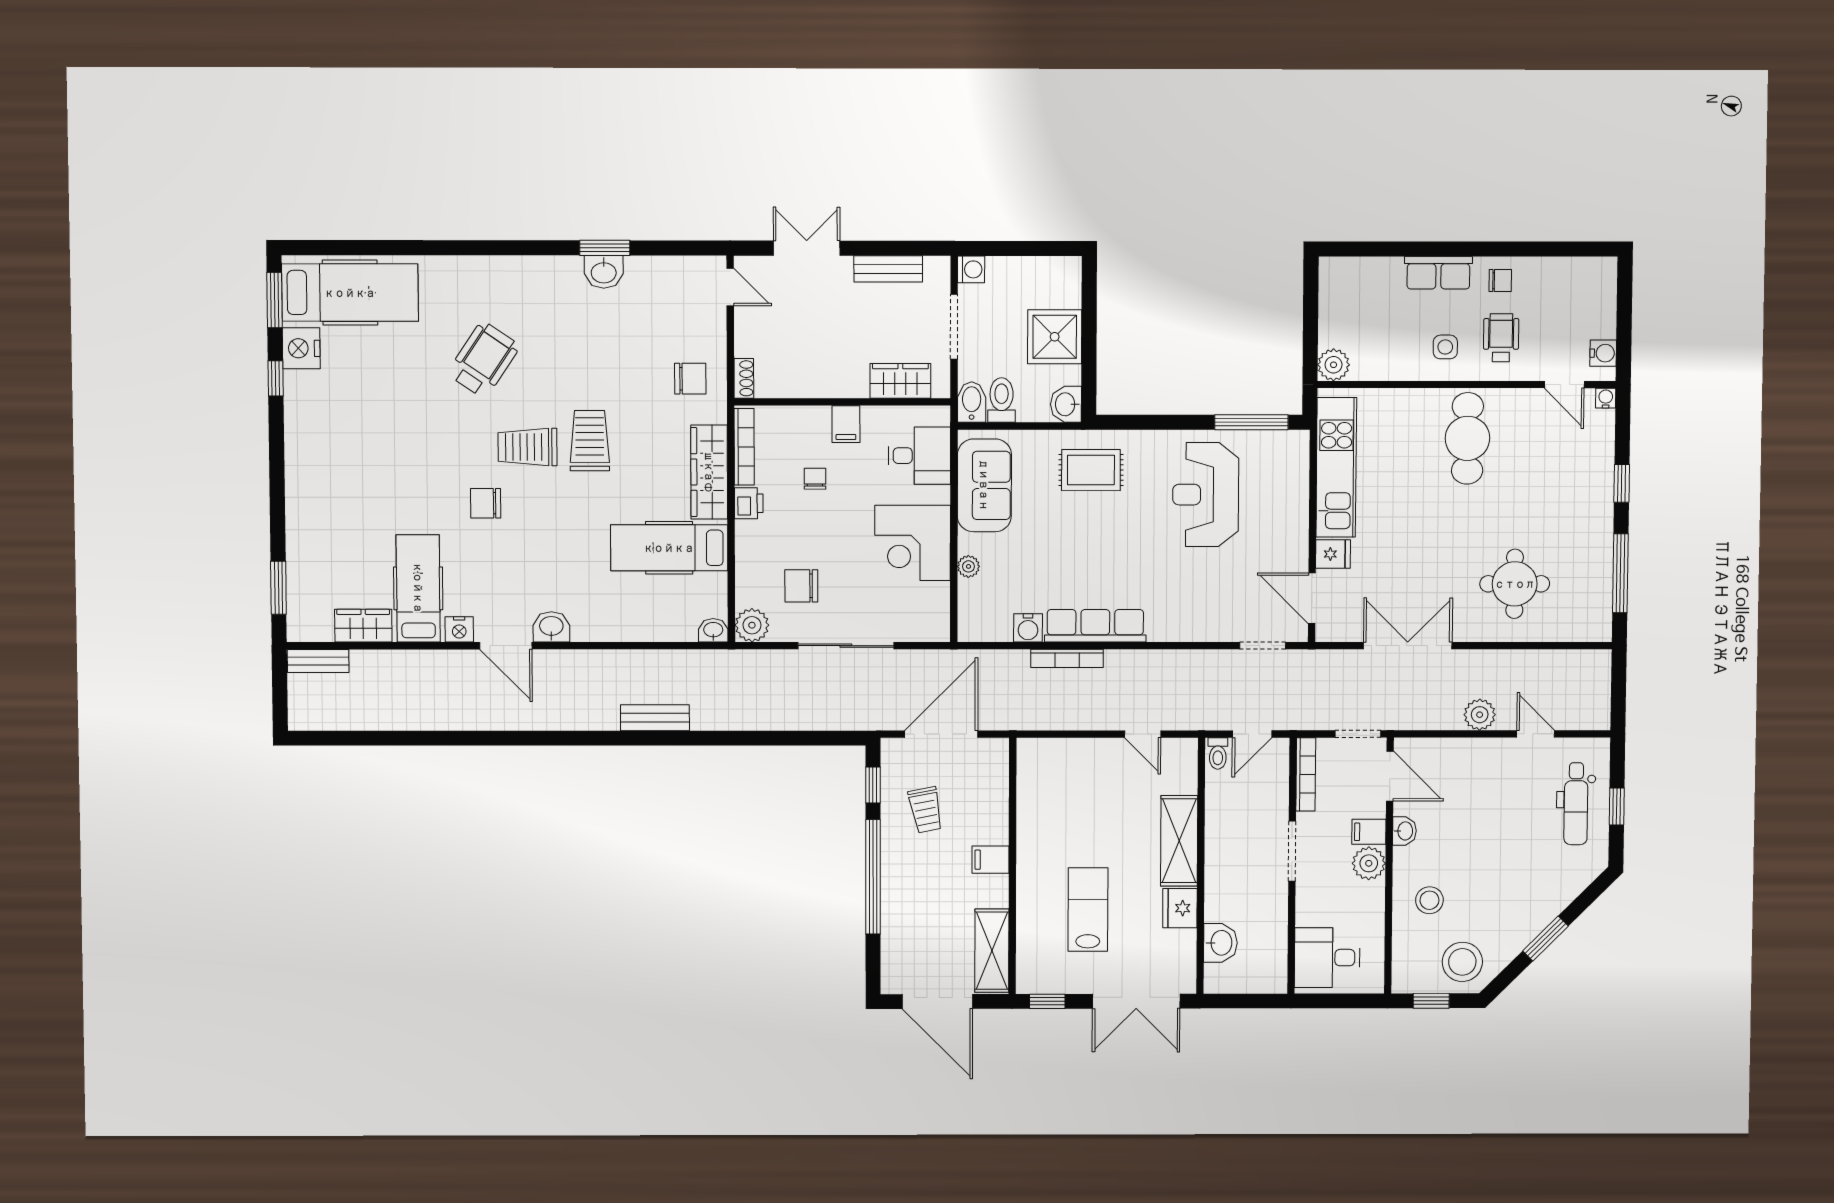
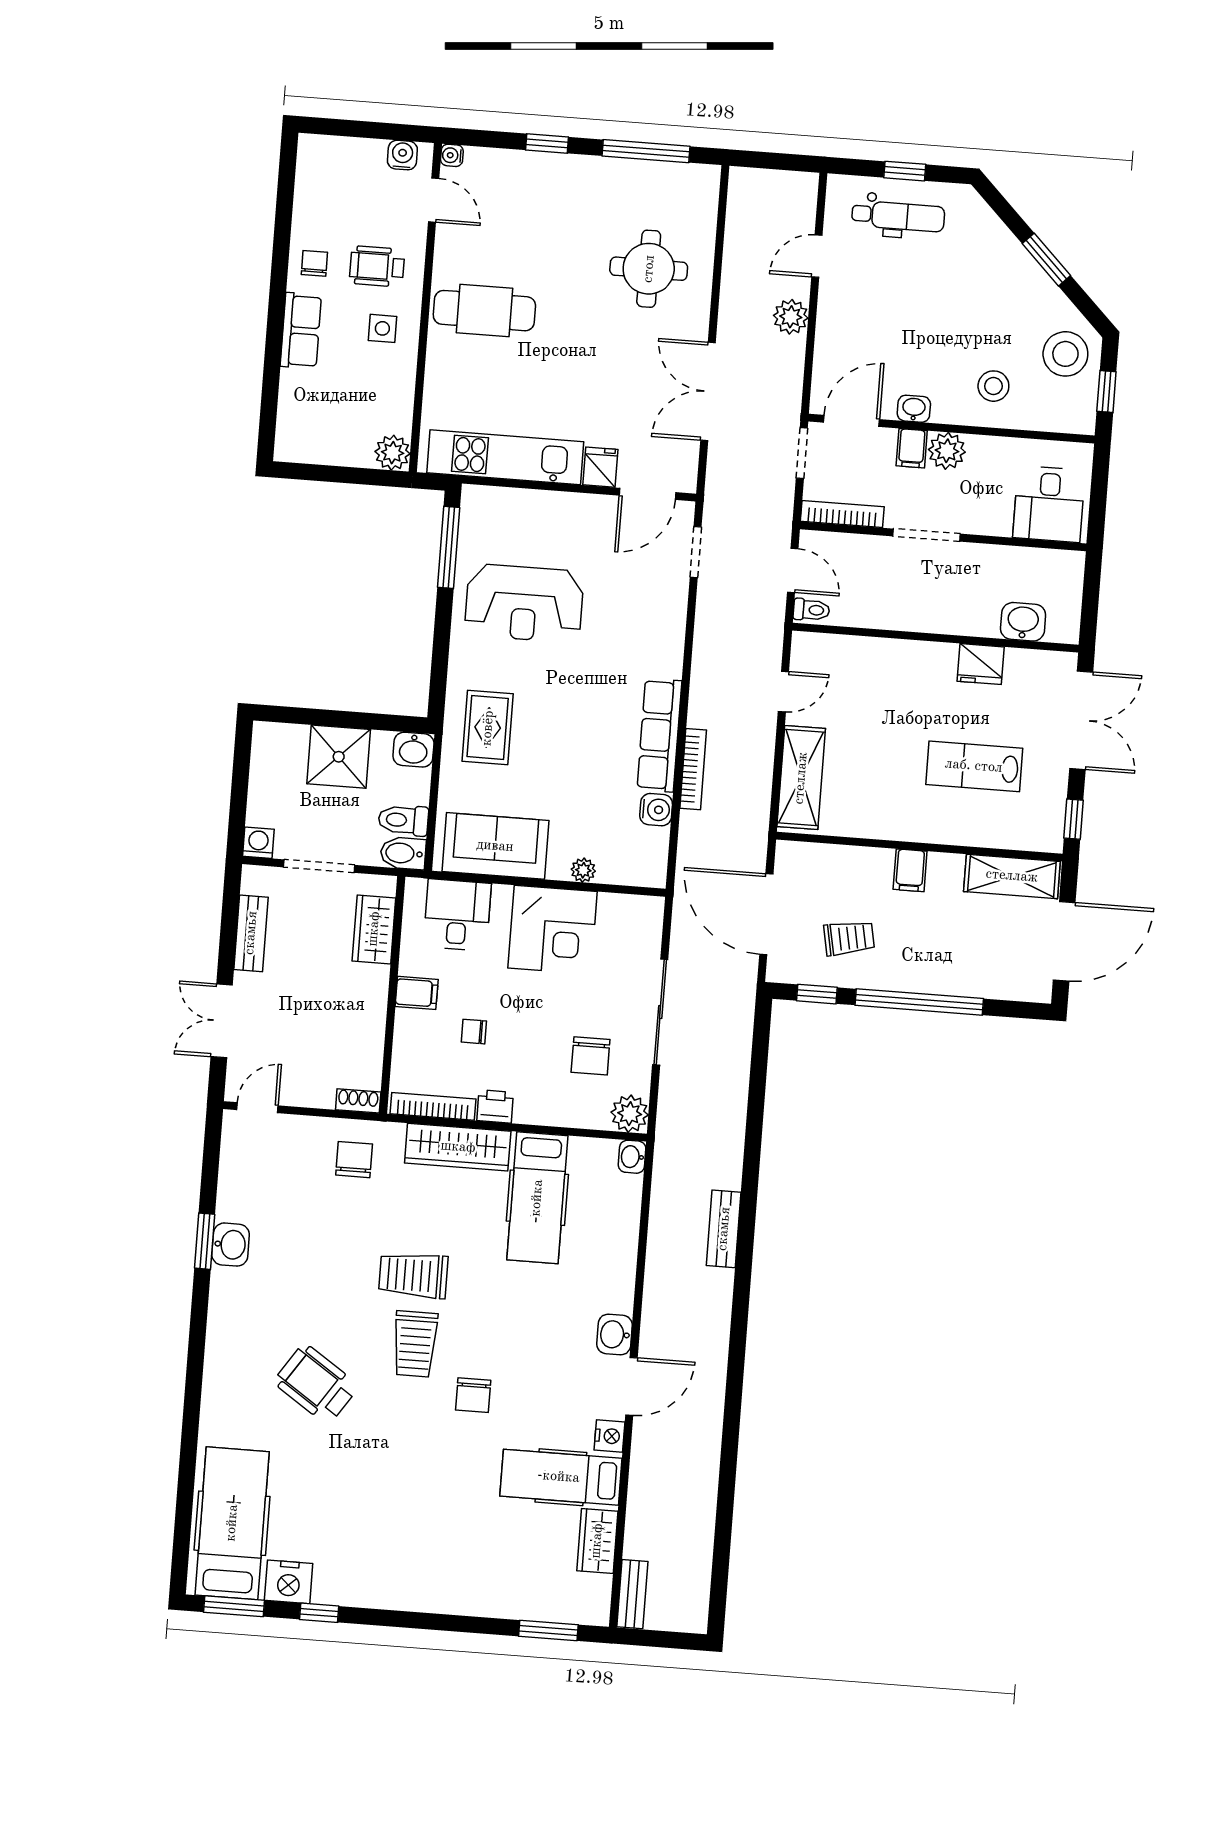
door: (1564, 385) -> (434, 200), hinge flipped
shelving: (1179, 841) -> (801, 778), moved, turned 90

